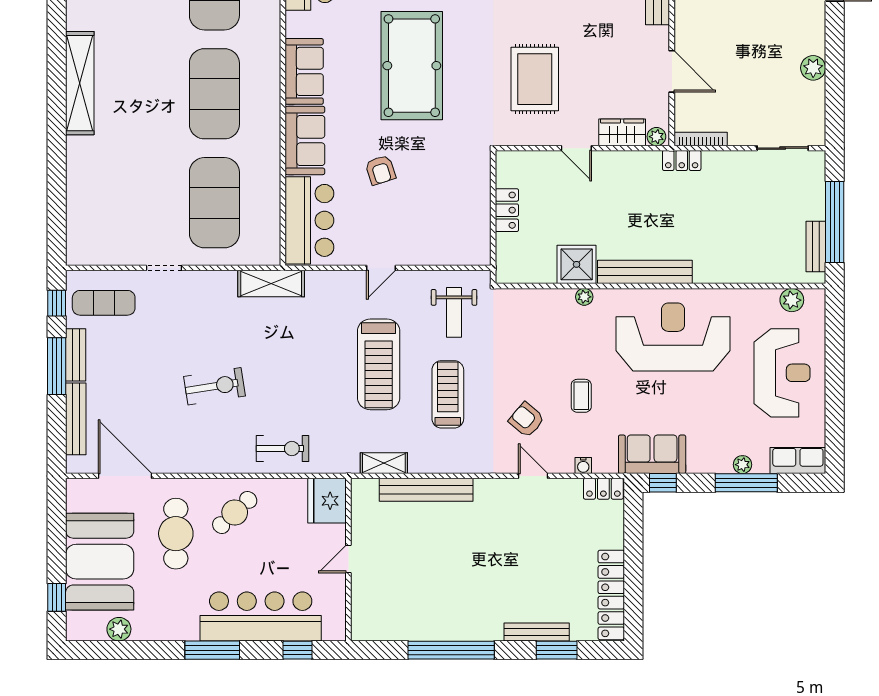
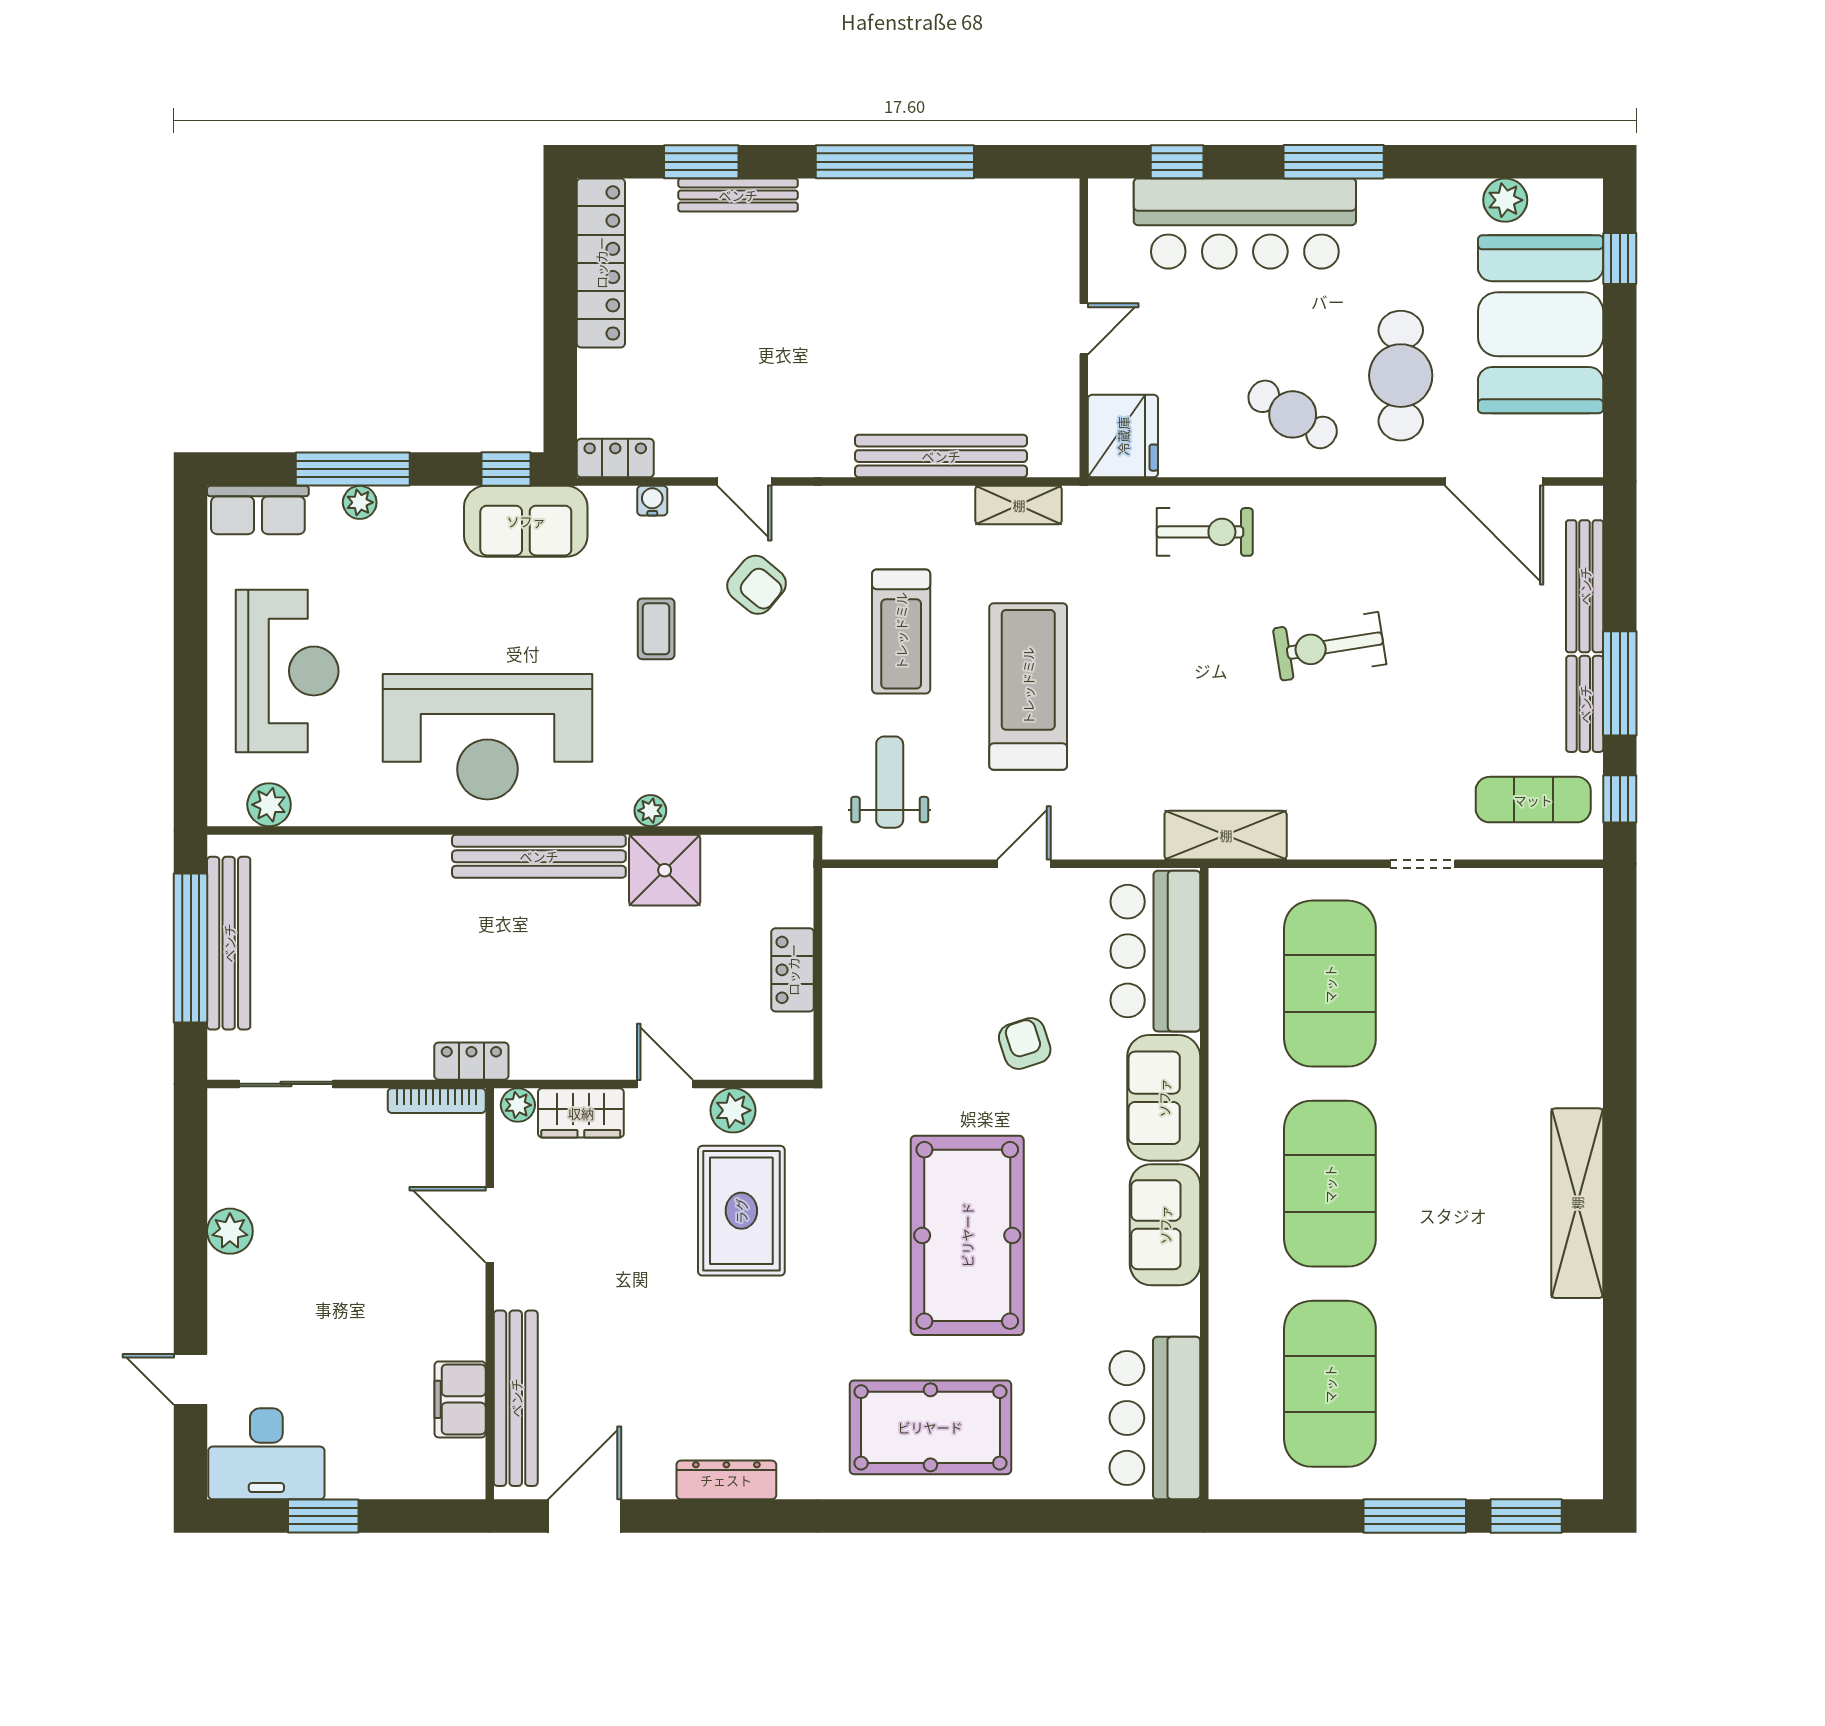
plant: (539, 134) -> (733, 1110), added
bench: (816, 246) -> (229, 943), width x1.86, depth x1.21
reception desk: (782, 373) -> (287, 671), turned 180
exercise bike: (283, 449) -> (1205, 532), turned 180
cafe table: (235, 513) -> (1293, 414), turned 75

